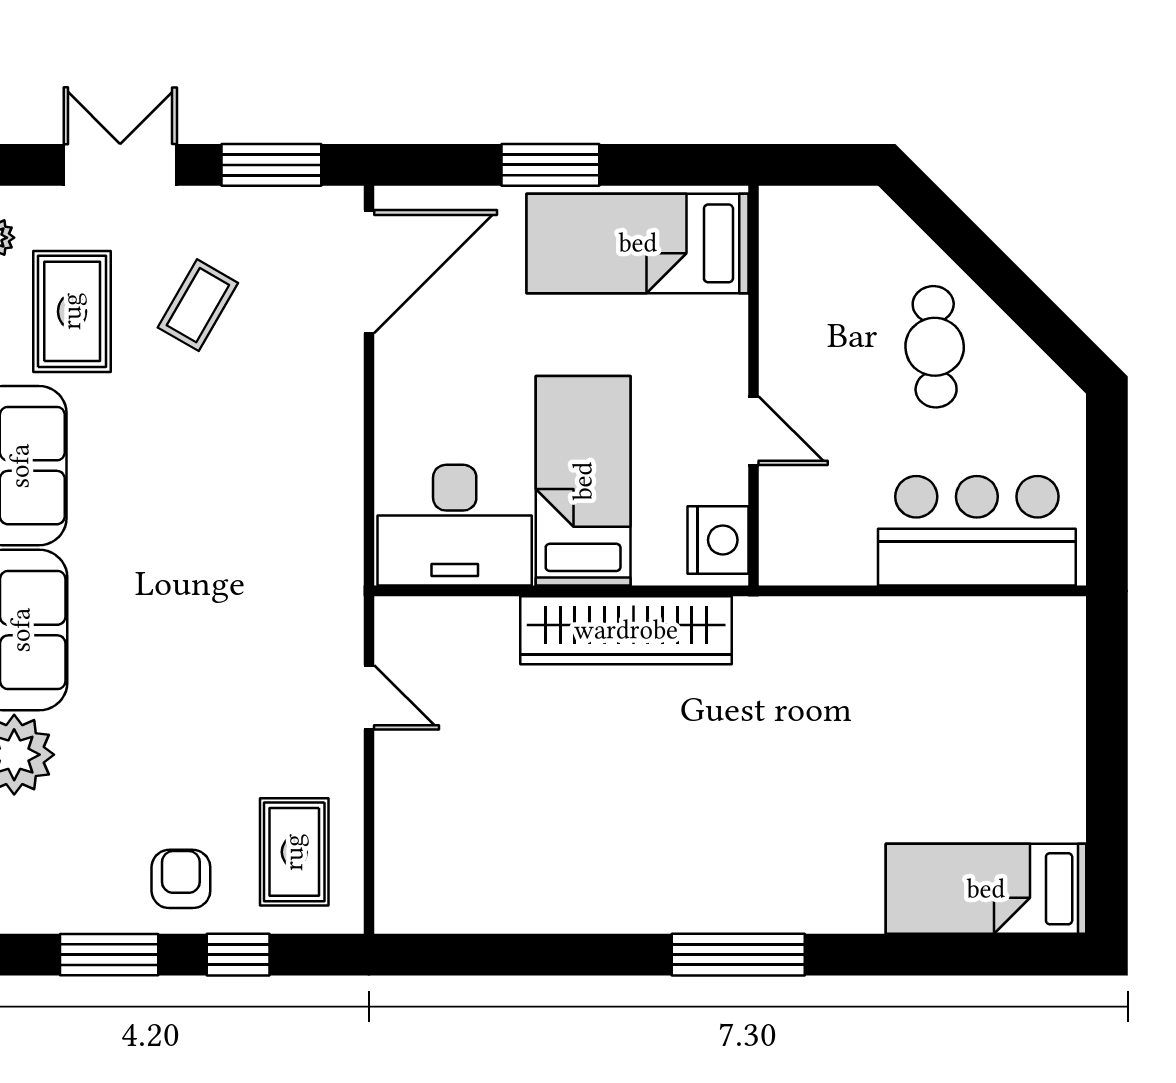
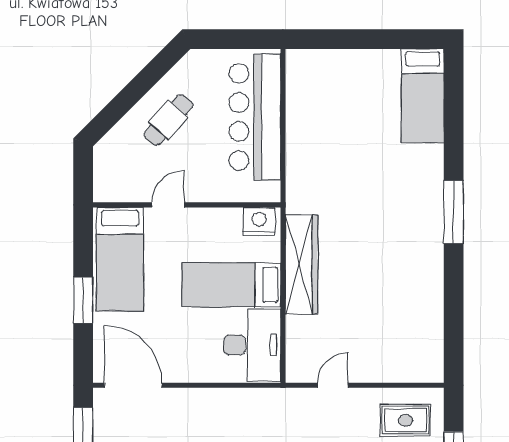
cafe table: (935, 347) -> (168, 120), turned -46
door: (754, 431) -> (168, 205), moved
bar counter: (977, 531) -> (255, 117), width x1.36

